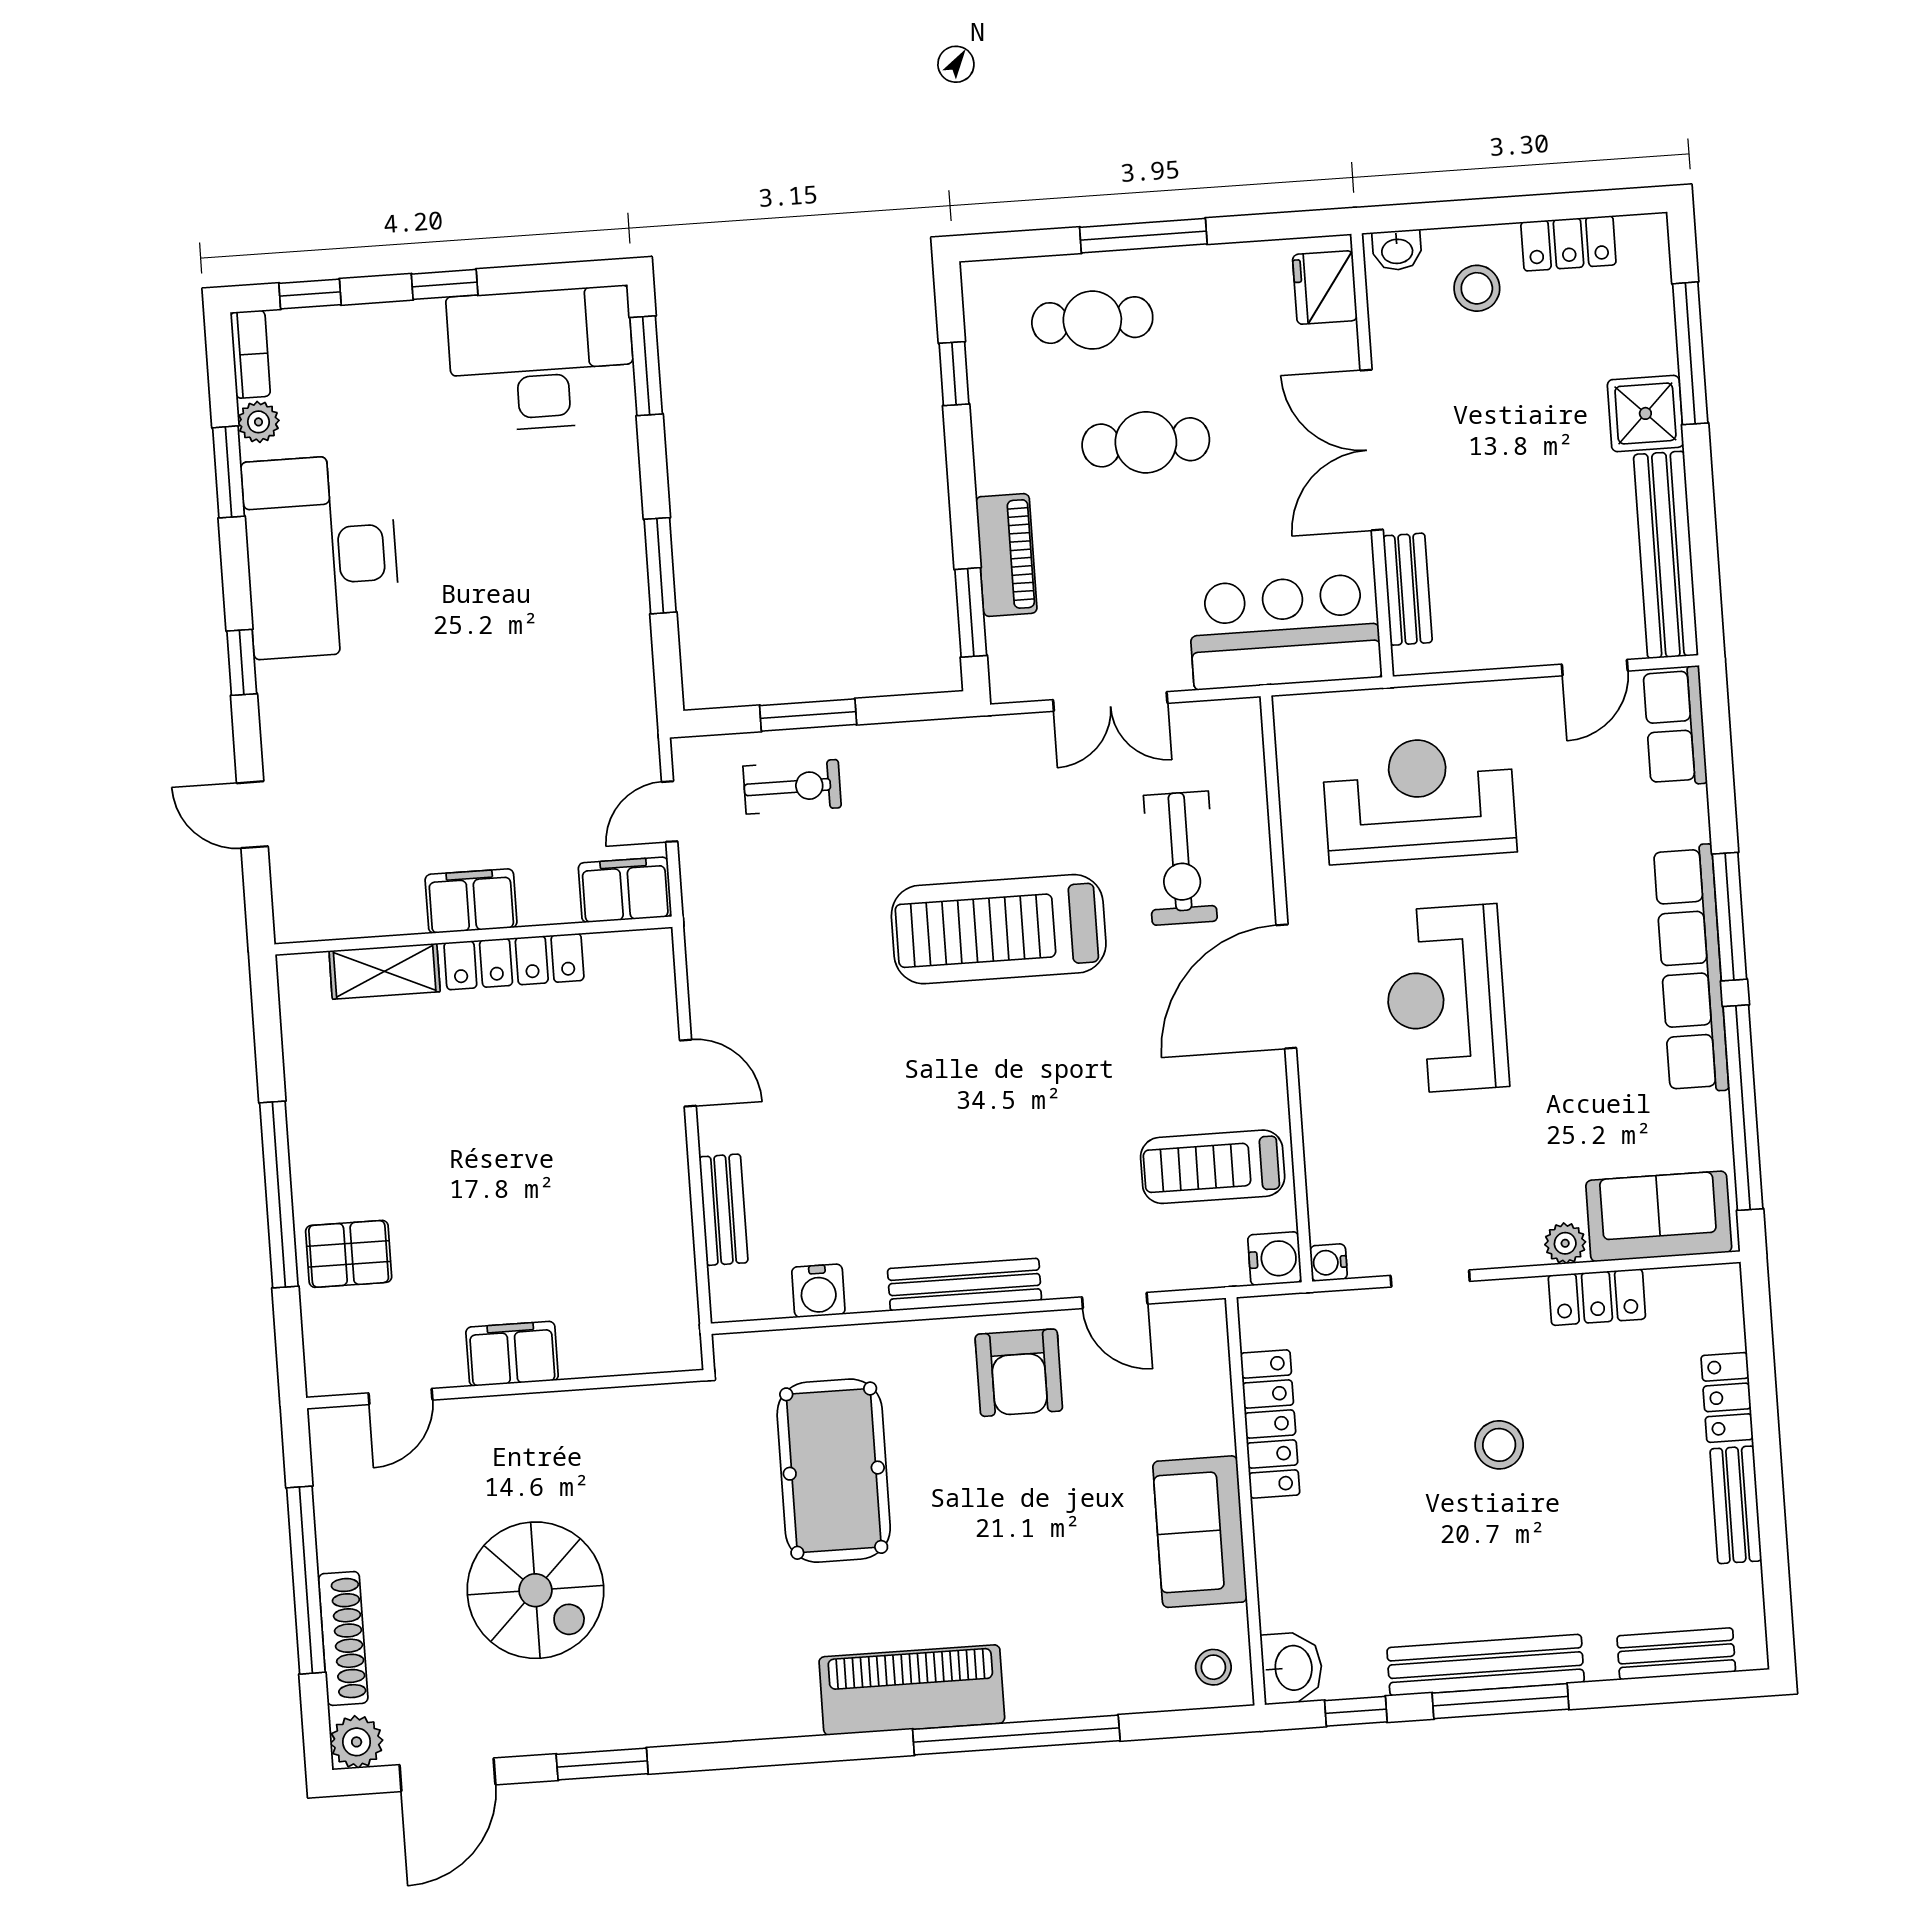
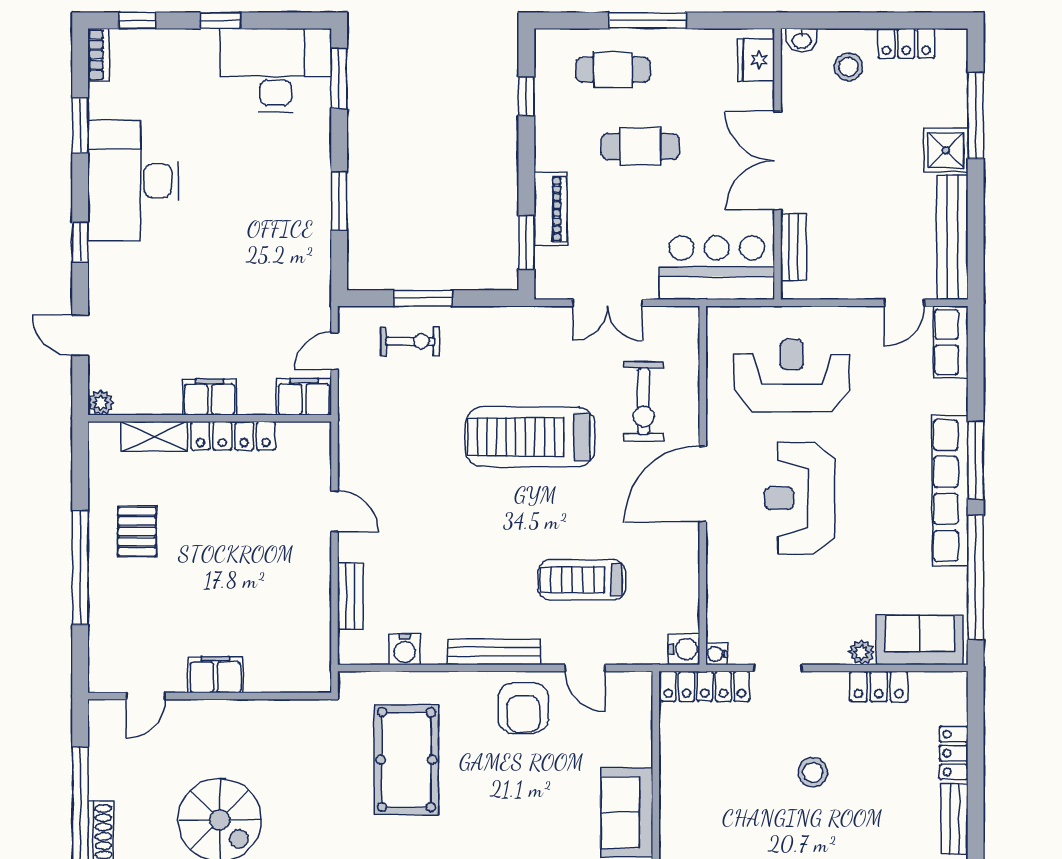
plant: (258, 422) -> (101, 403), moved
treadmill: (1213, 1167) -> (582, 580), moved
pallet: (349, 1254) -> (137, 531), moved, turned 90
locker: (1270, 1424) -> (705, 686), moved, turned 90

